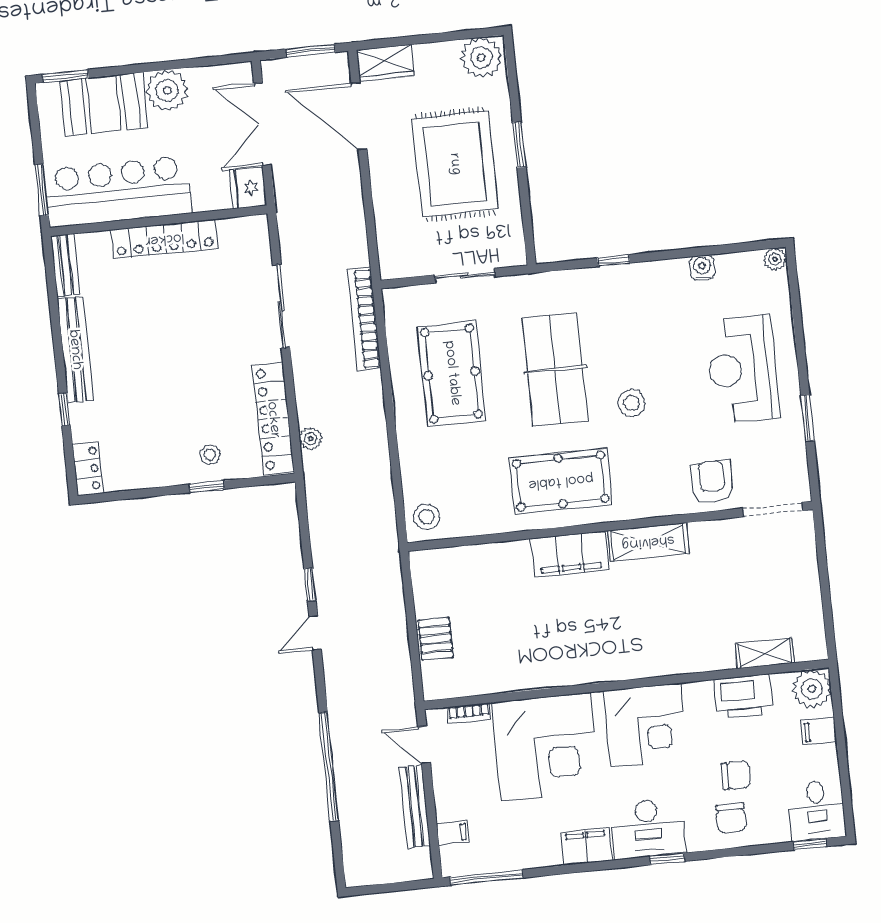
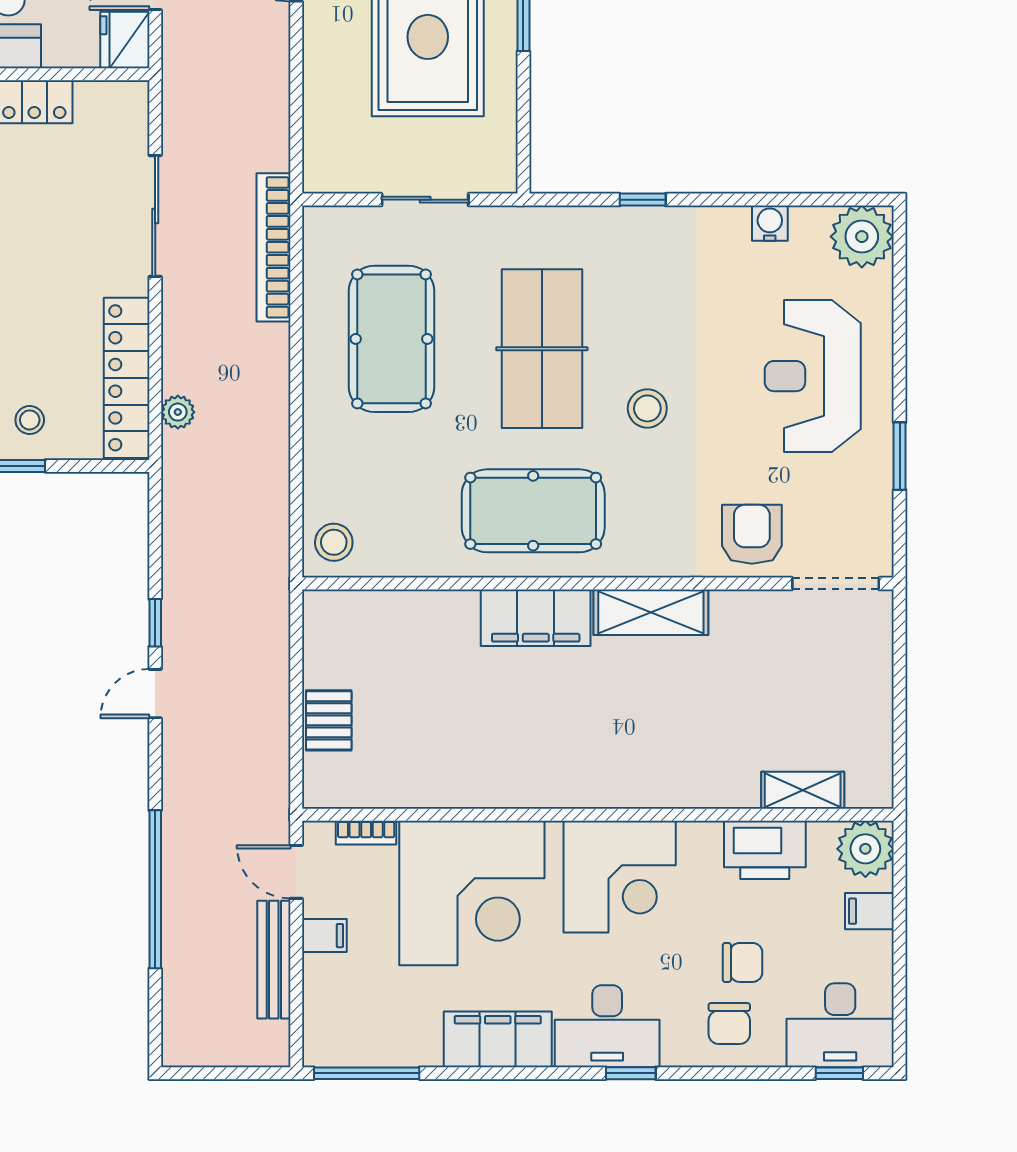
plant: (775, 259) -> (862, 237), width x1.88, depth x1.88
desk: (817, 810) -> (840, 1025), width x1.37
filing cabinet: (453, 833) -> (324, 936), moved
filing cabinet: (586, 847) -> (498, 1039), width x1.50, depth x1.17

